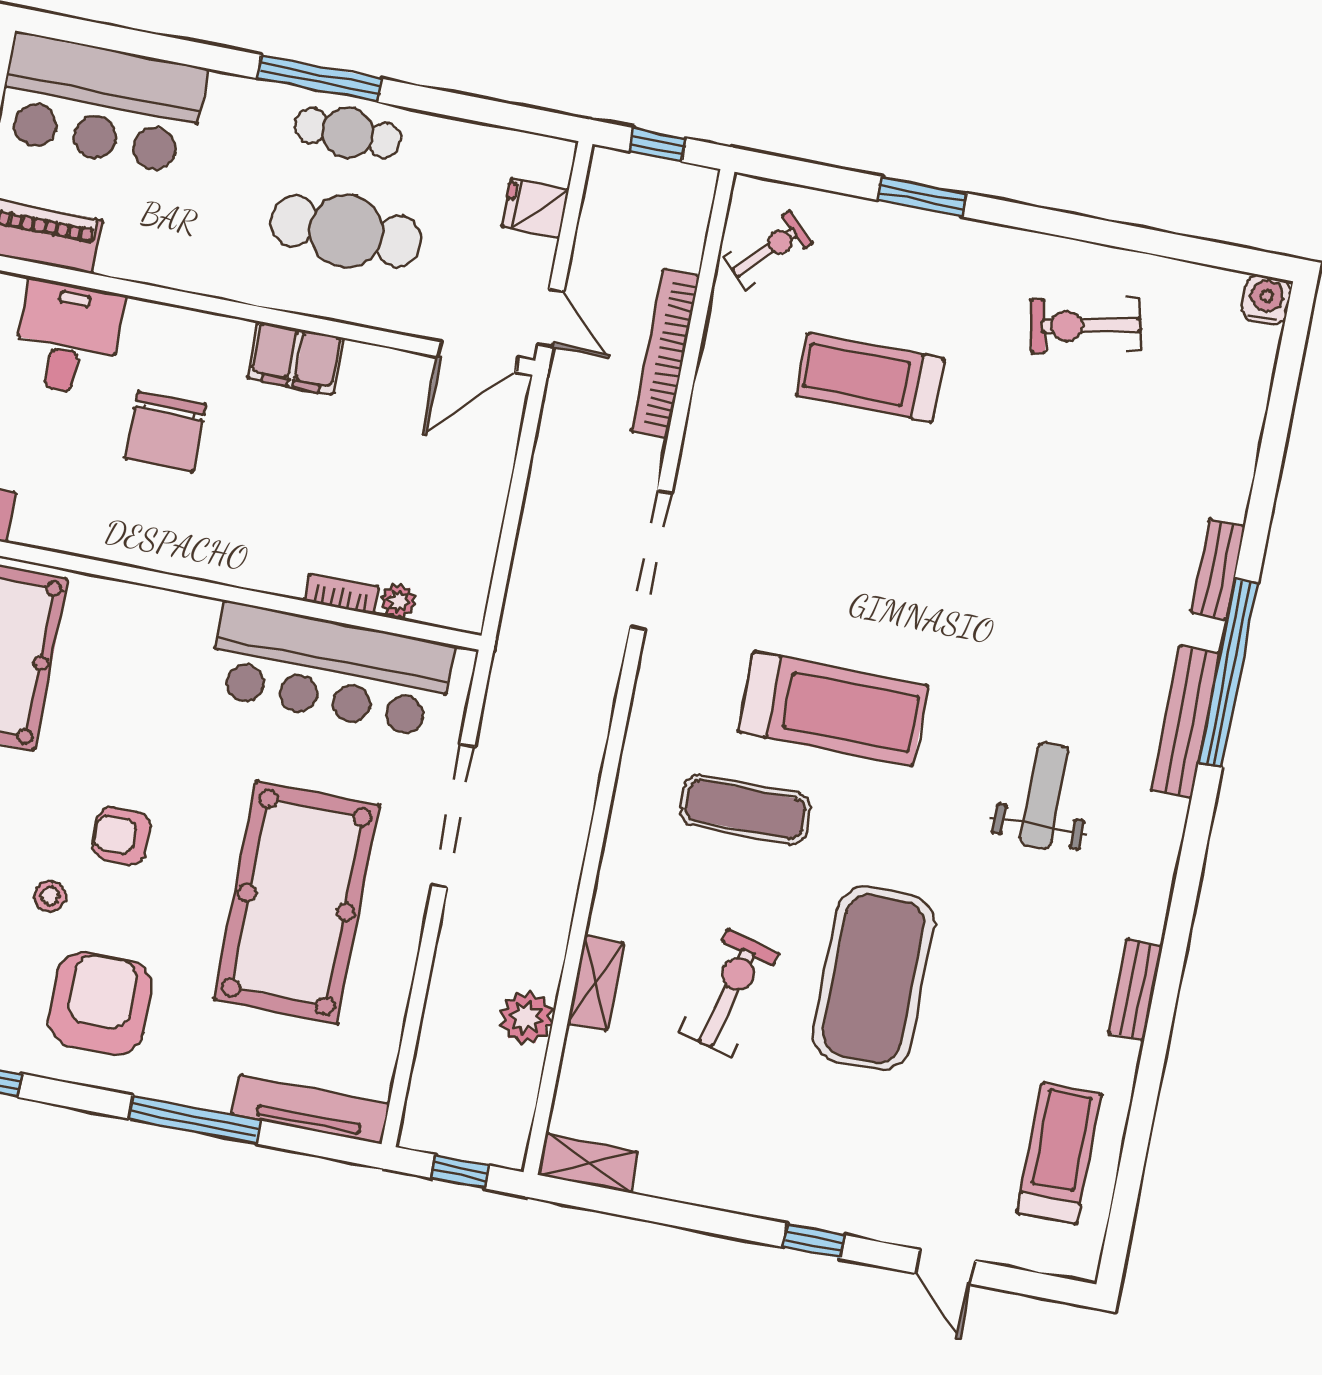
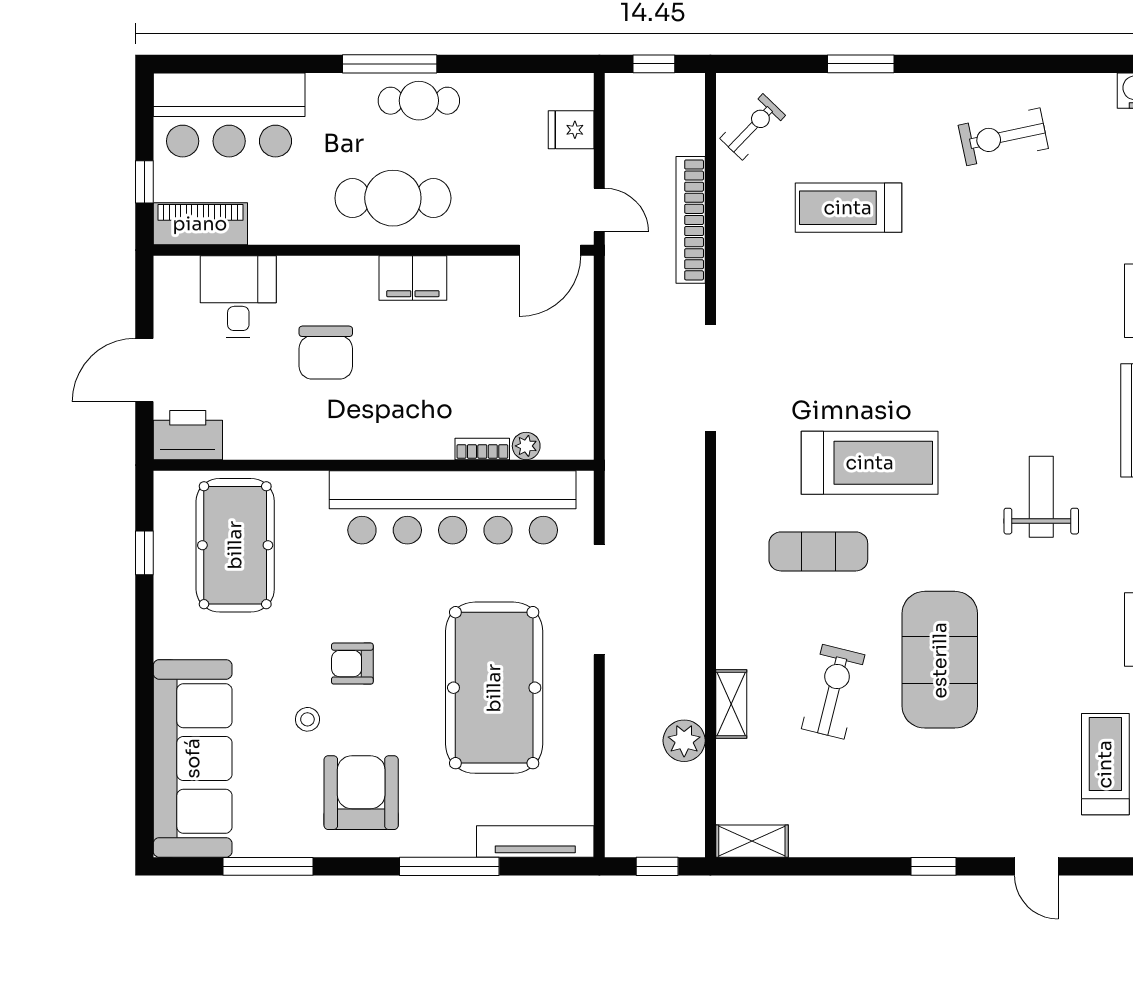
cafe table: (346, 231) -> (393, 198), moved
bar counter: (331, 670) -> (453, 507), width x1.36

